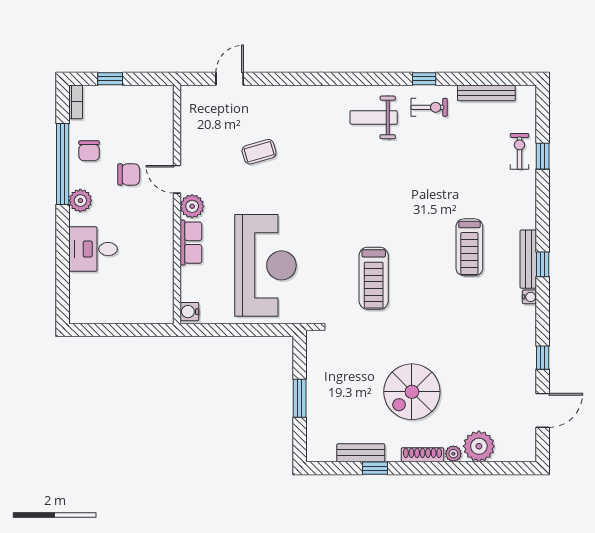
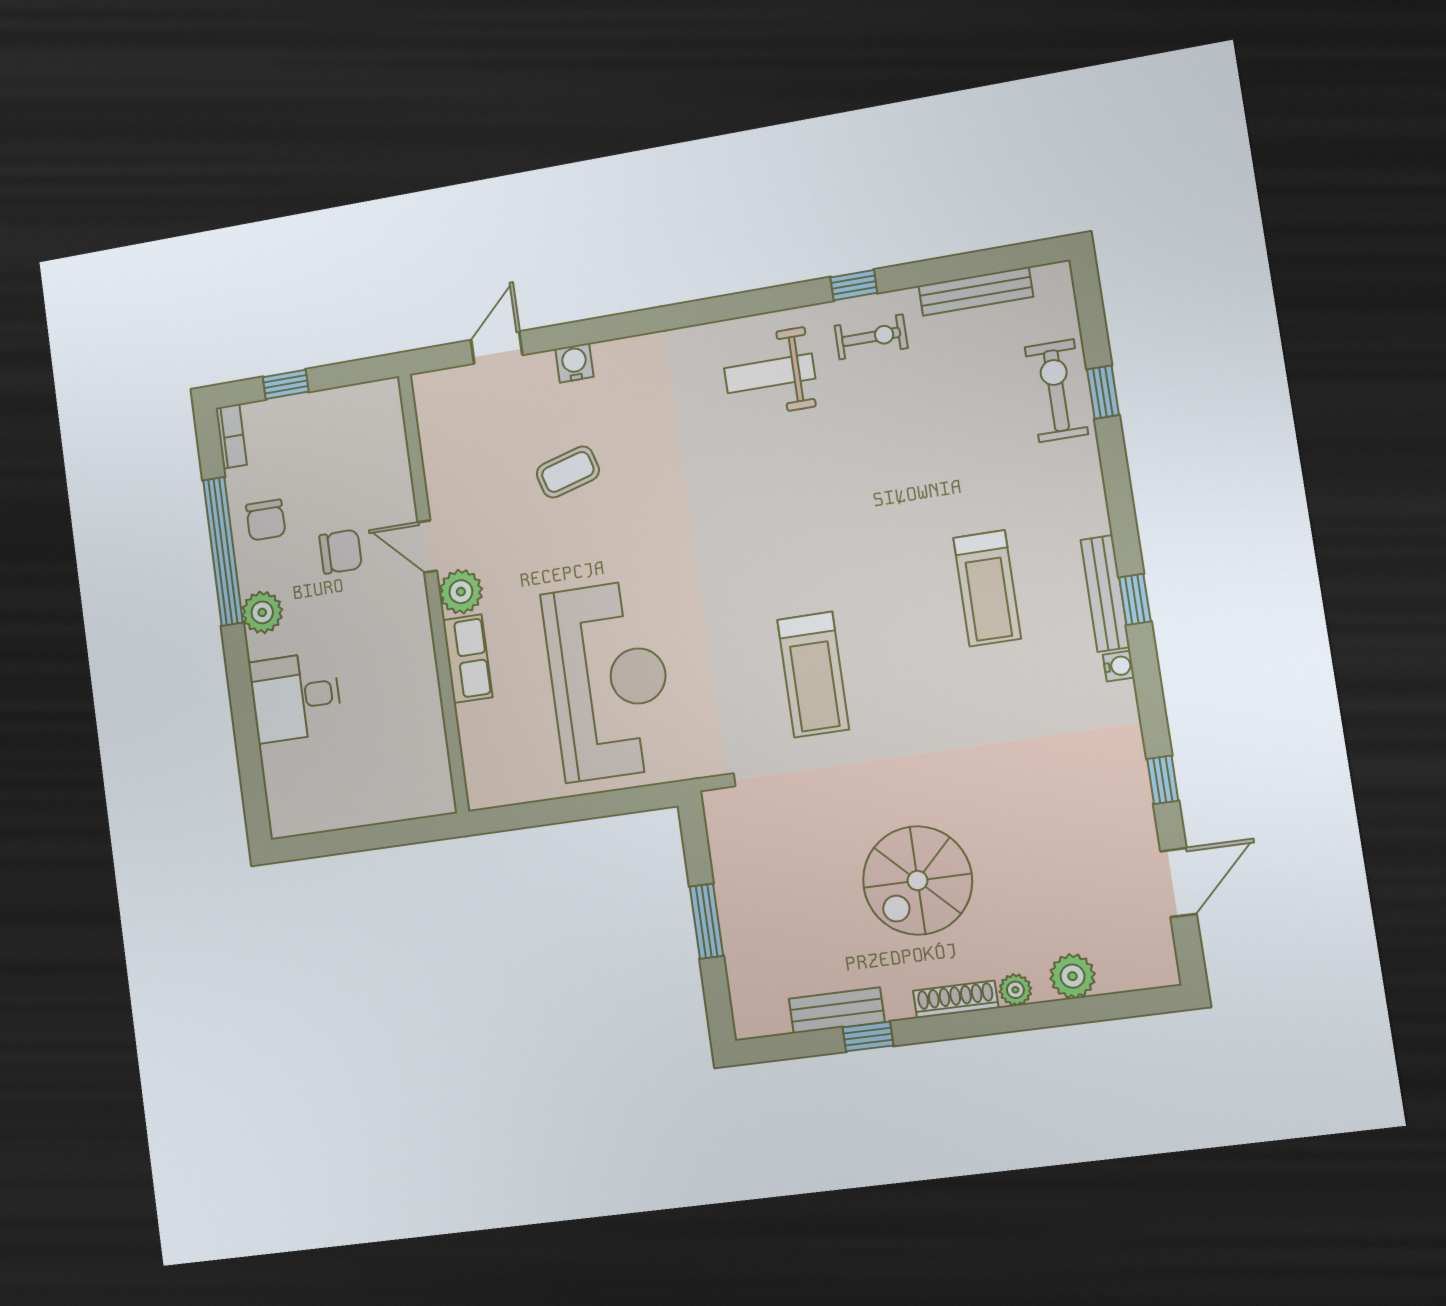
exercise bike: (519, 151) -> (1056, 391), width x1.38, depth x1.39
water cooler: (189, 312) -> (574, 363), moved, turned 90
plant: (479, 446) -> (1073, 976), width x0.73, depth x0.73

